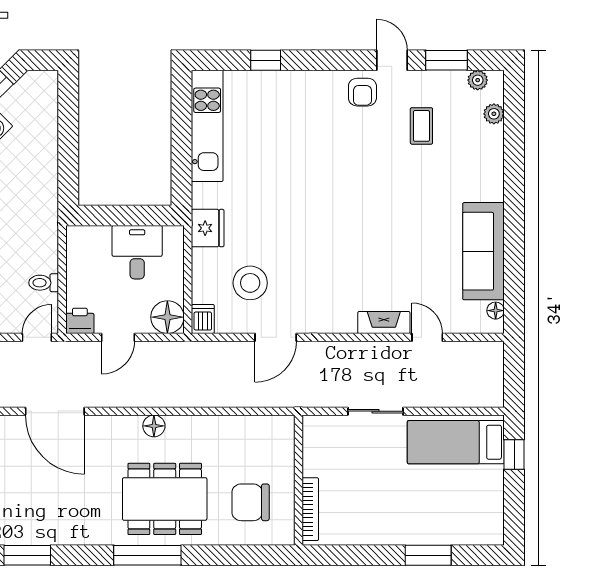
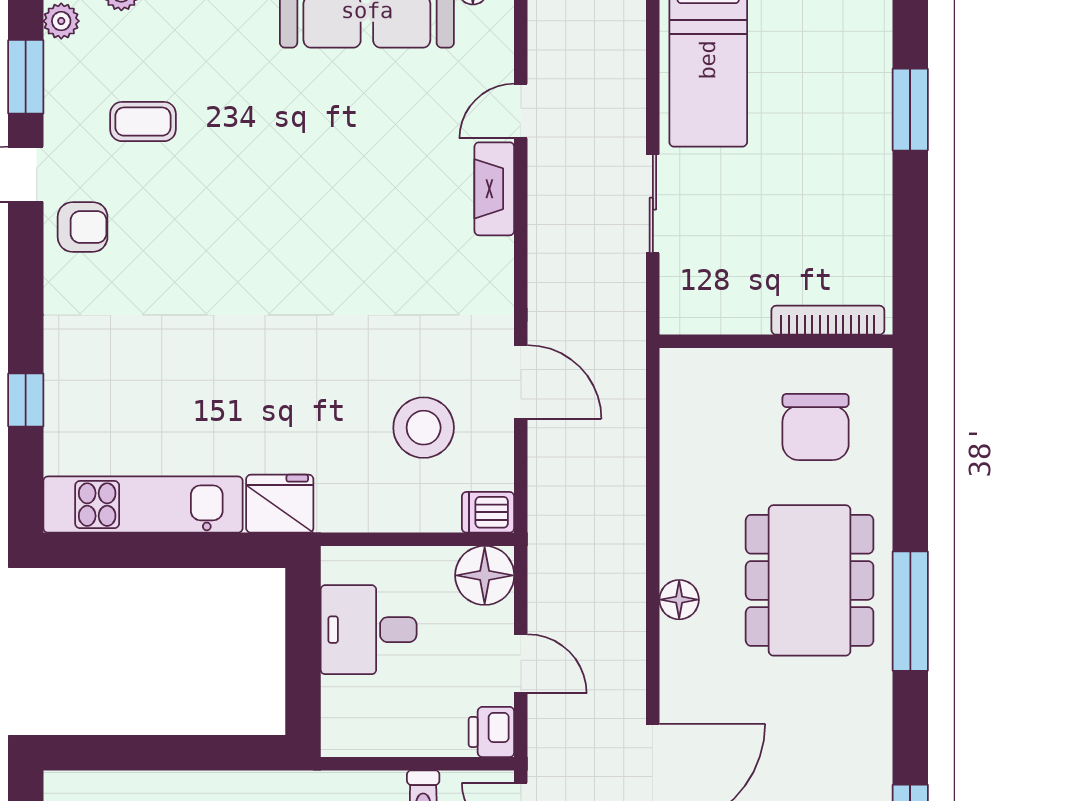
fridge: (208, 228) -> (280, 504), moved

